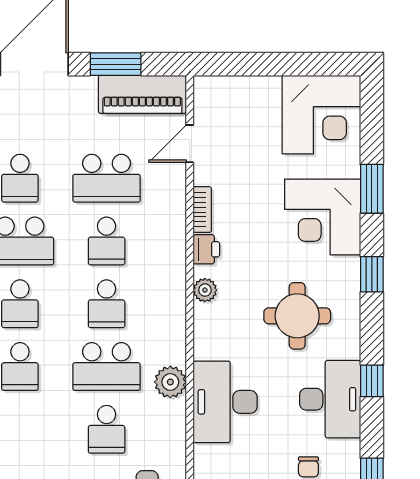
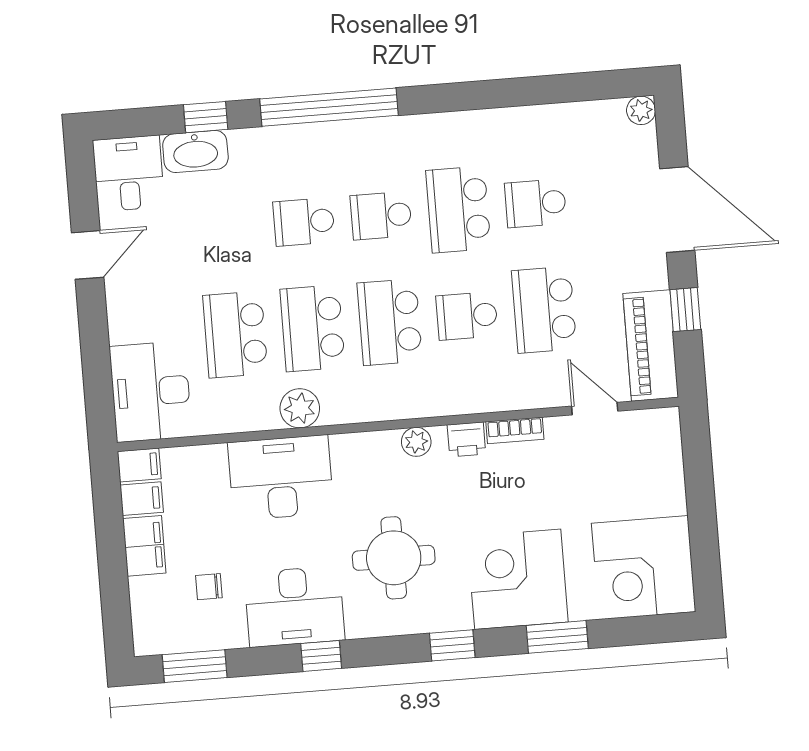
window: (116, 64) -> (685, 310), width x0.67
school desk: (107, 304) -> (390, 322), width x1.85
school desk: (107, 429) -> (235, 335), width x1.85

